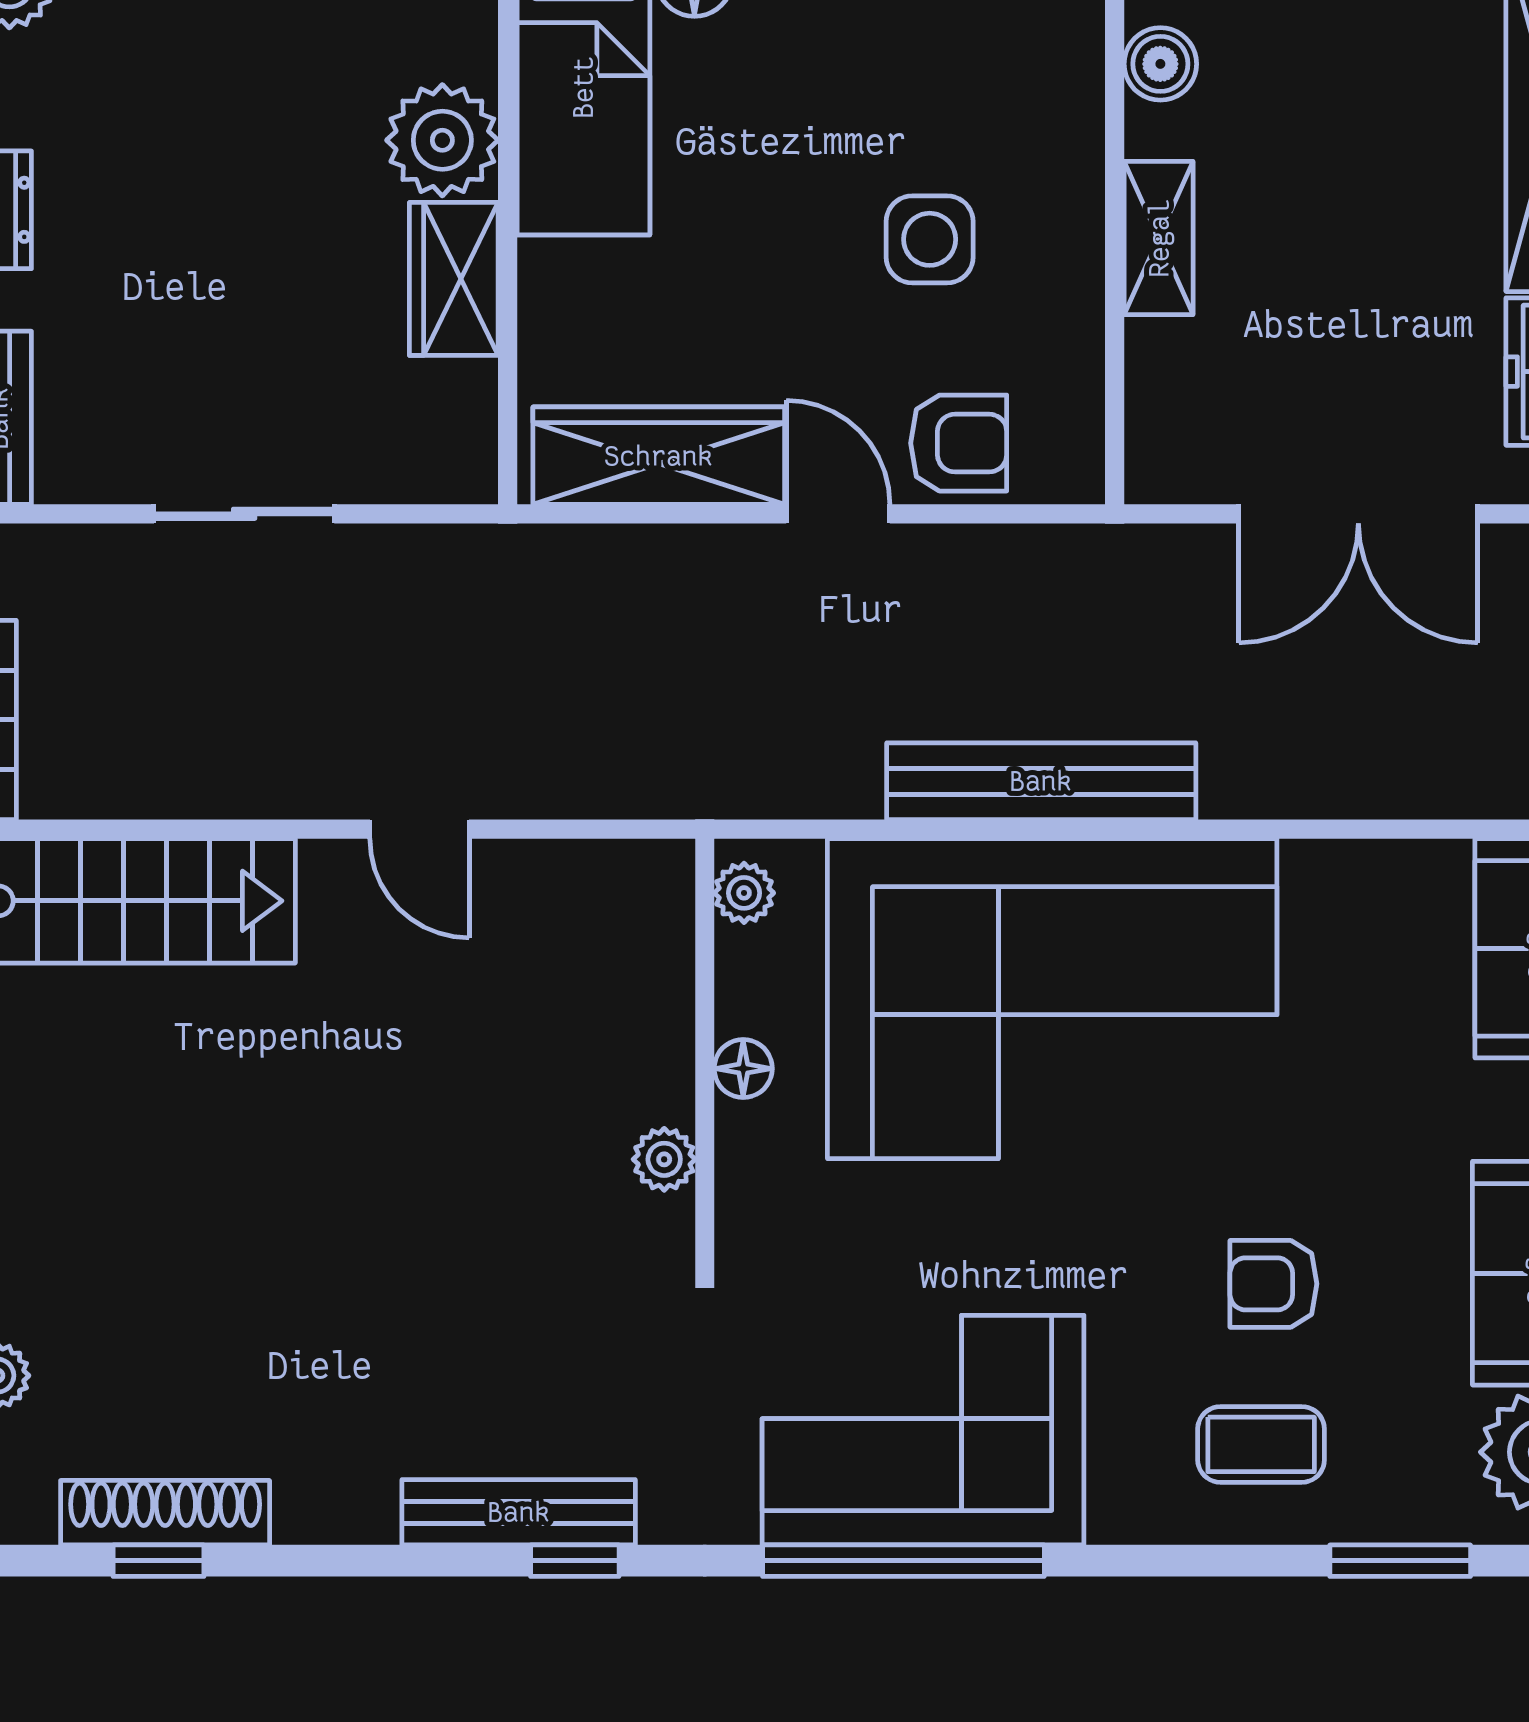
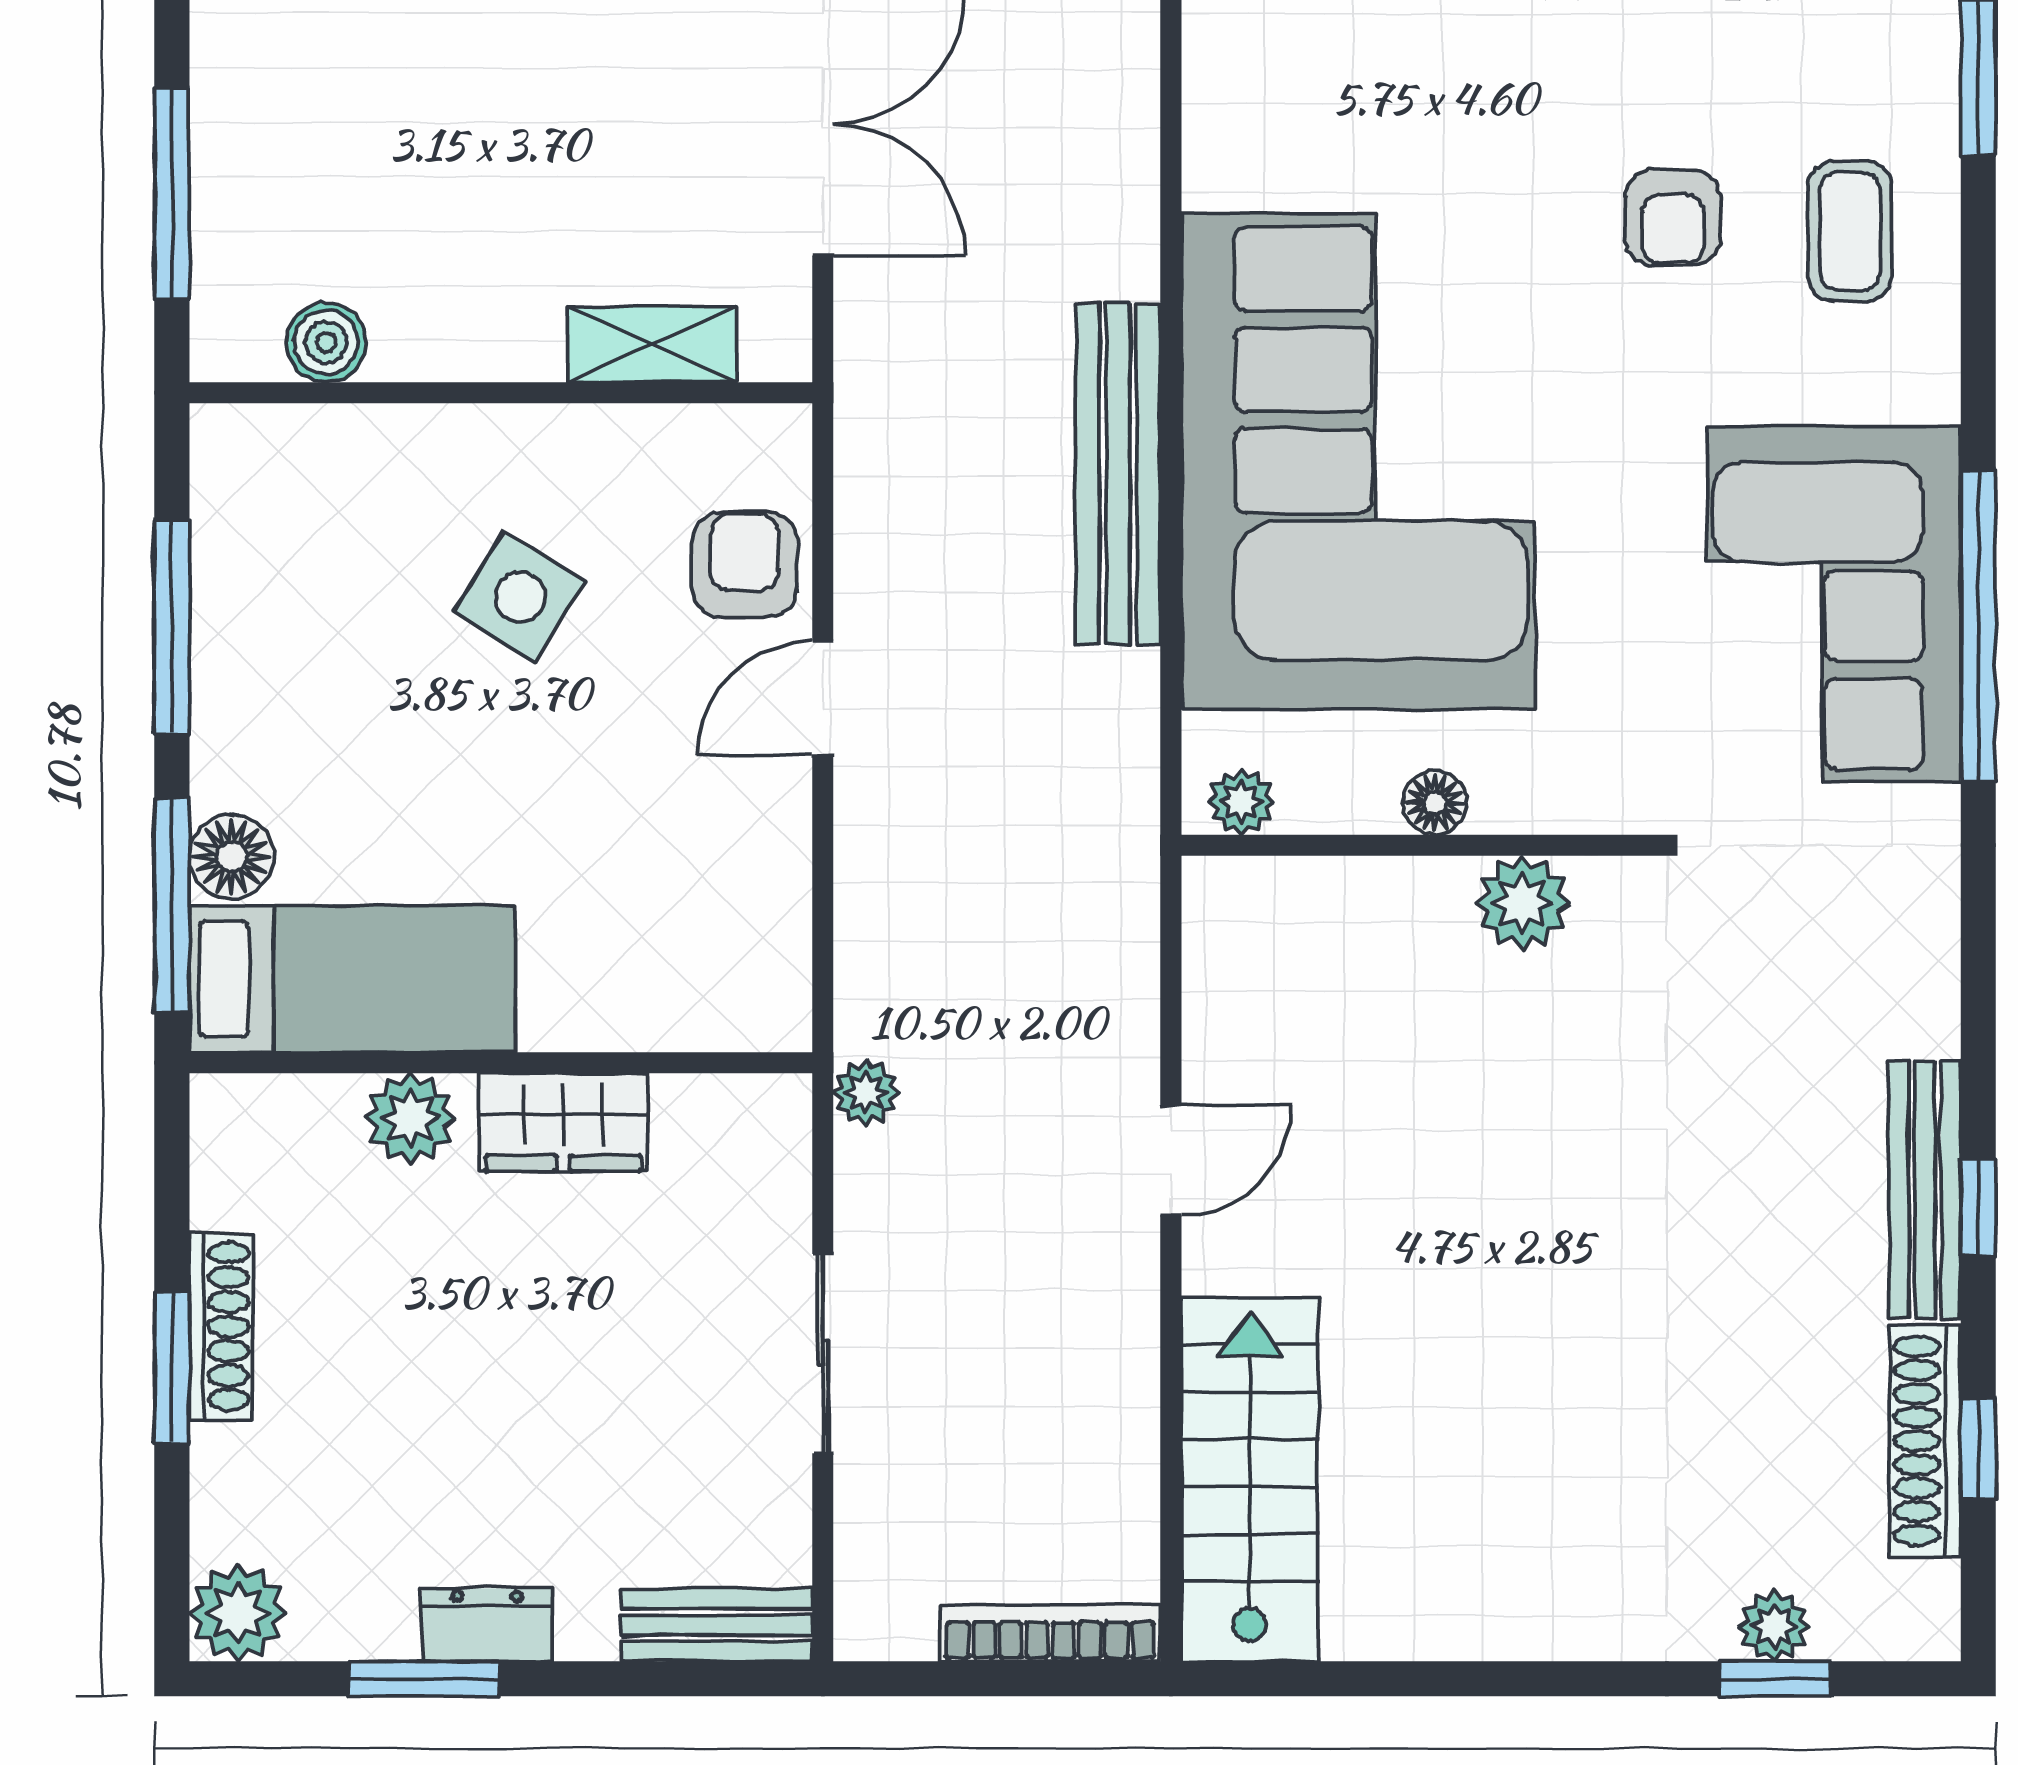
plant: (442, 140) -> (410, 1118), width x0.73, depth x0.73
shelving: (1159, 238) -> (652, 344), moved
side table: (930, 239) -> (520, 597), turned 32
wardrobe: (659, 456) -> (759, 896), removed
plant: (480, 553) -> (866, 1093), added
plant: (664, 1159) -> (1522, 903), width x1.38, depth x1.38
bench: (519, 1512) -> (1925, 1190), moved
window: (575, 1561) -> (1978, 1207), moved

